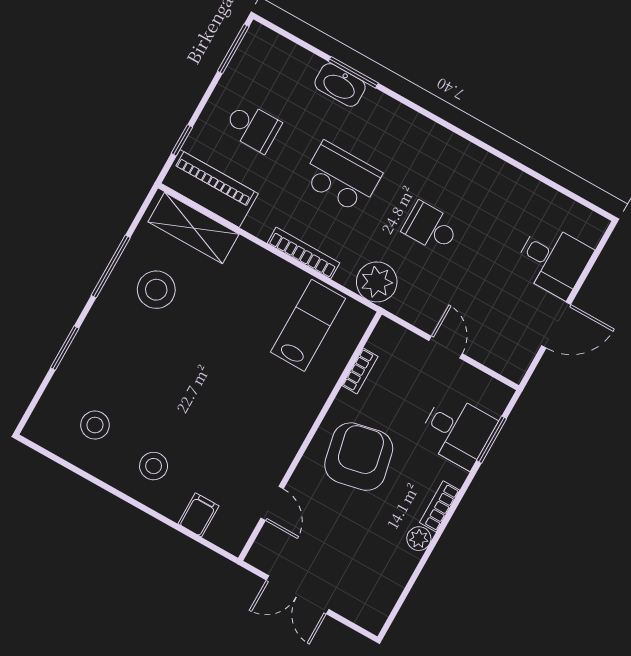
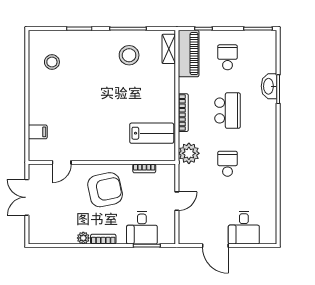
school desk: (253, 127) -> (228, 57), turned 180
shelving: (193, 228) -> (169, 49), width x0.67, depth x0.75
stool: (154, 466) -> (48, 99), removed

